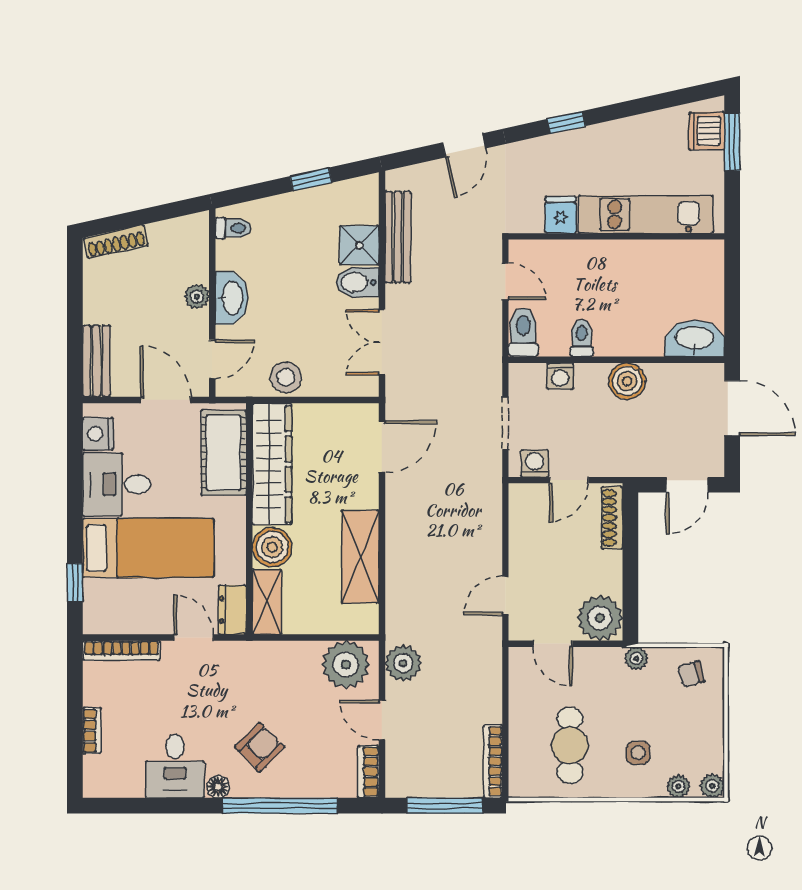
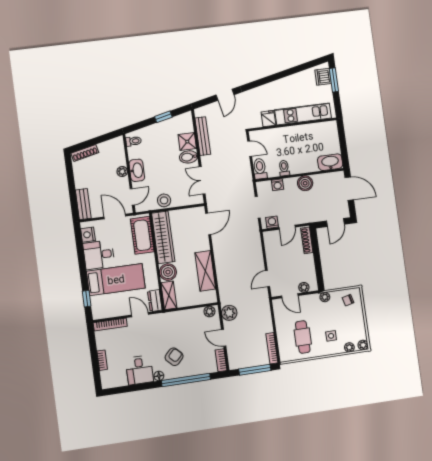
window: (566, 123) -> (266, 80), removed
plant: (600, 618) -> (304, 287), width x0.53, depth x0.53
plant: (346, 665) -> (209, 311), width x0.53, depth x0.53

